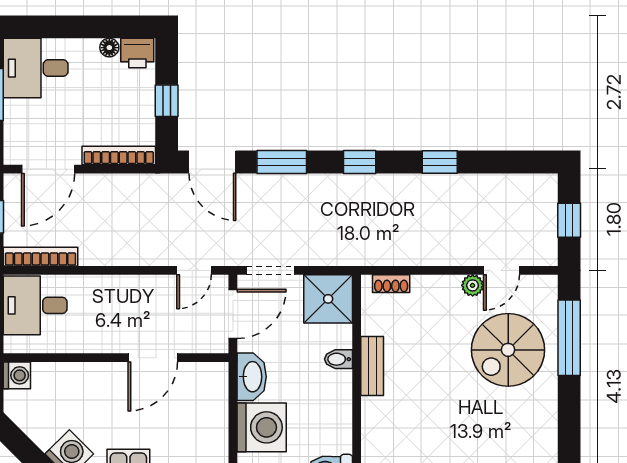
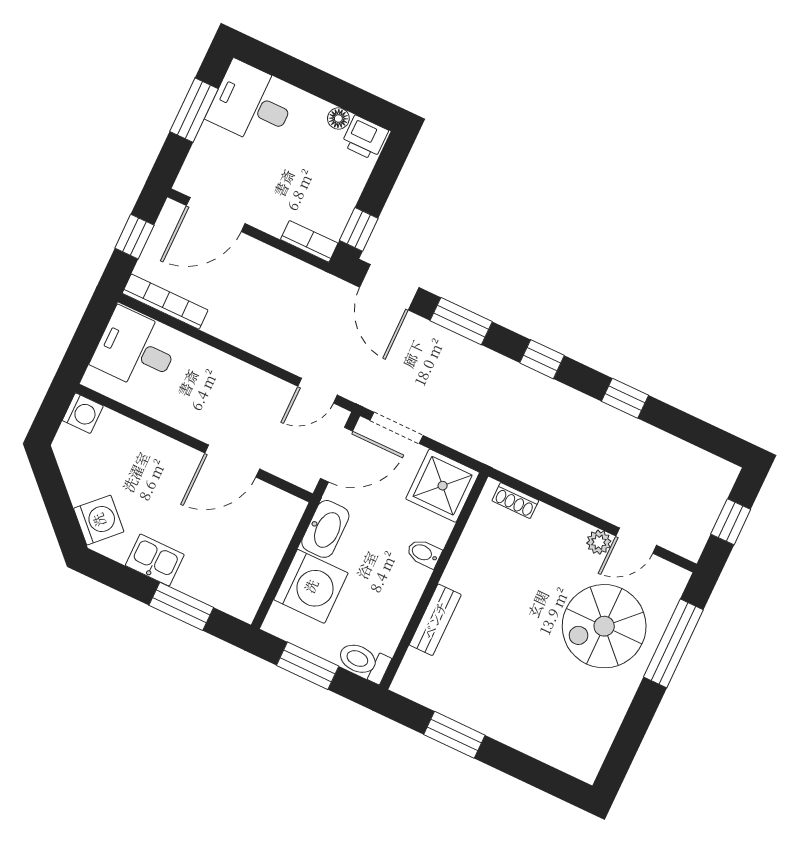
window: (167, 101) -> (359, 229), moved
bookcase: (119, 155) -> (309, 241), width x0.64
bench: (372, 366) -> (435, 620), moved

